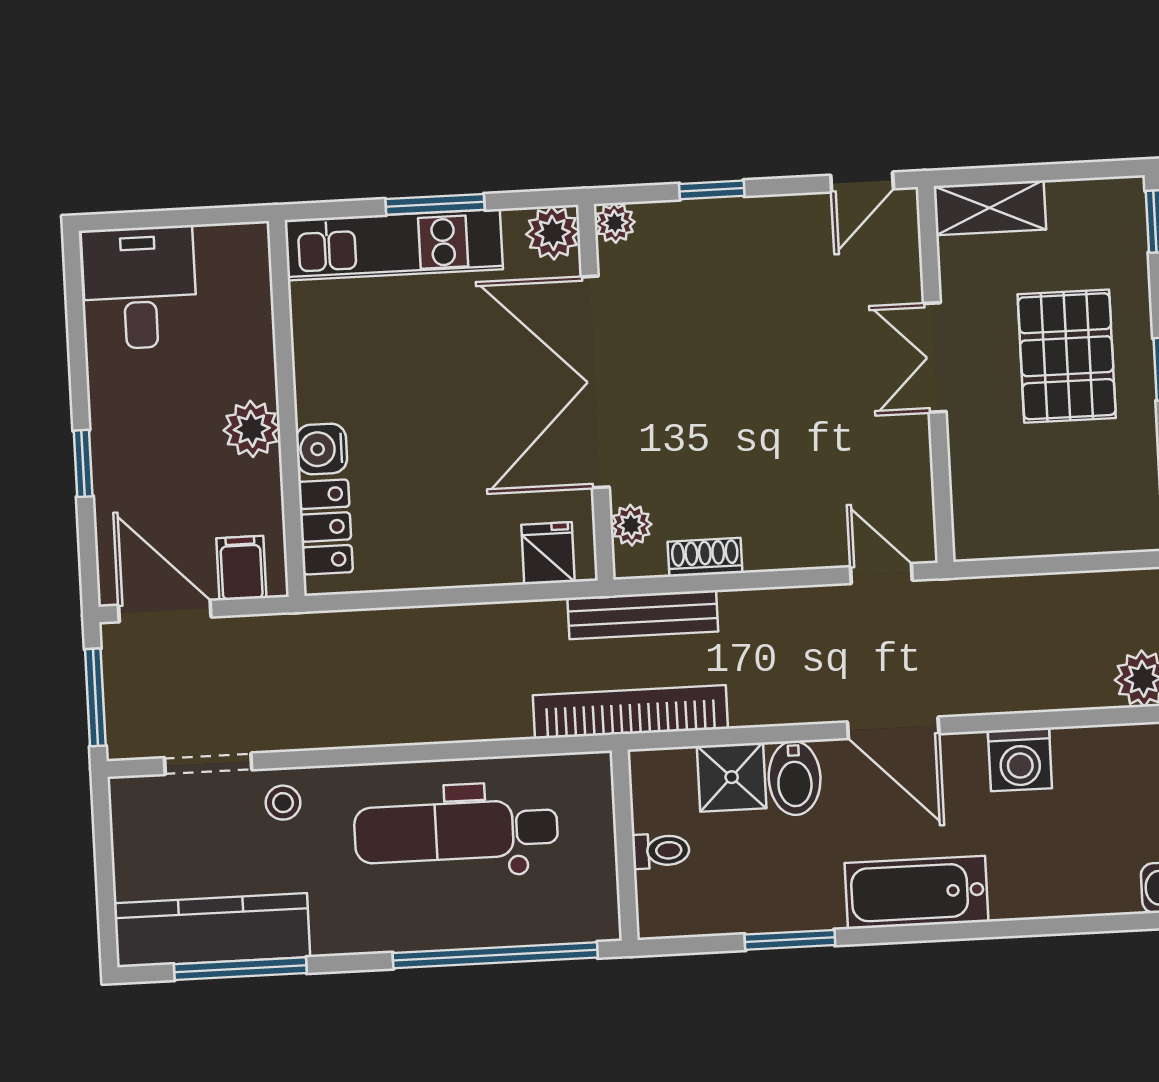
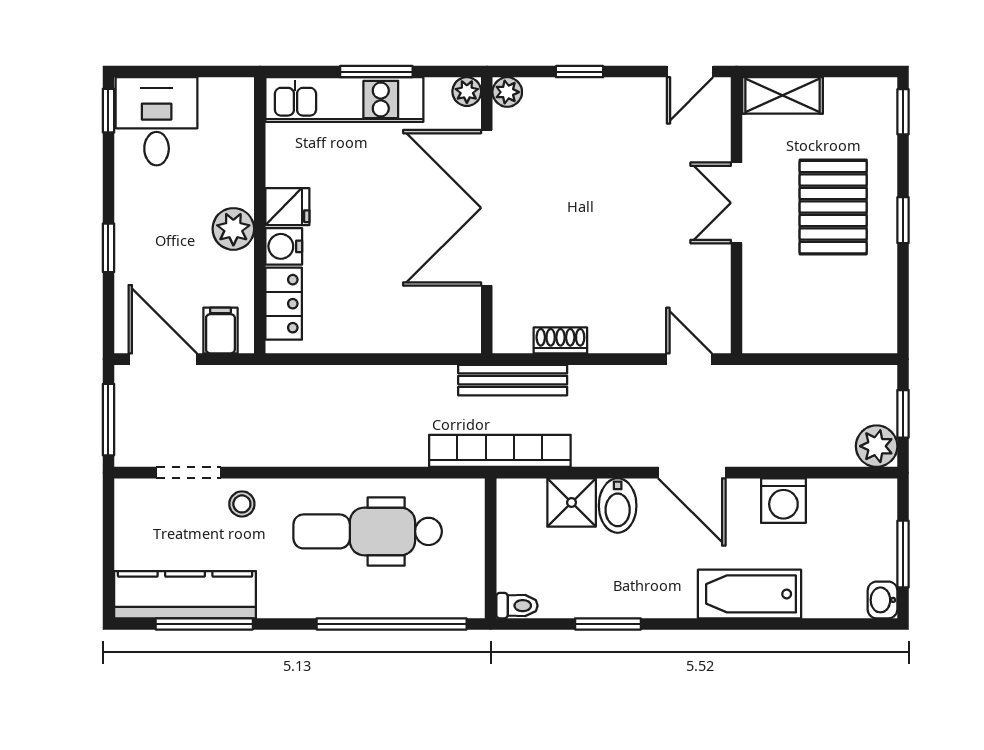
plant: (553, 233) -> (467, 92), width x0.73, depth x0.73
window: (73, 277) -> (108, 111), added
plant: (631, 525) -> (508, 314), removed
fridge: (548, 553) -> (287, 207), moved, turned 90
toilet: (661, 851) -> (517, 606), moved
bathtub: (917, 892) -> (750, 594), moved

